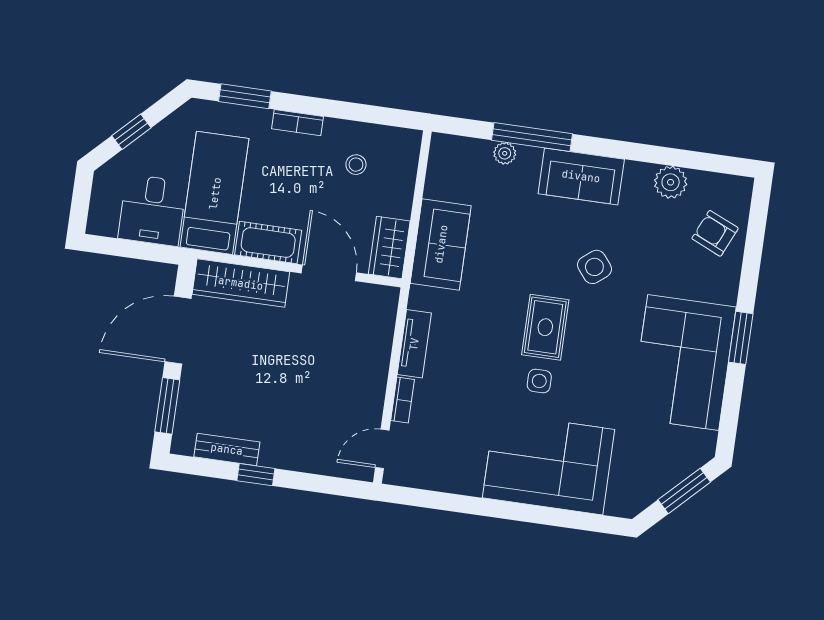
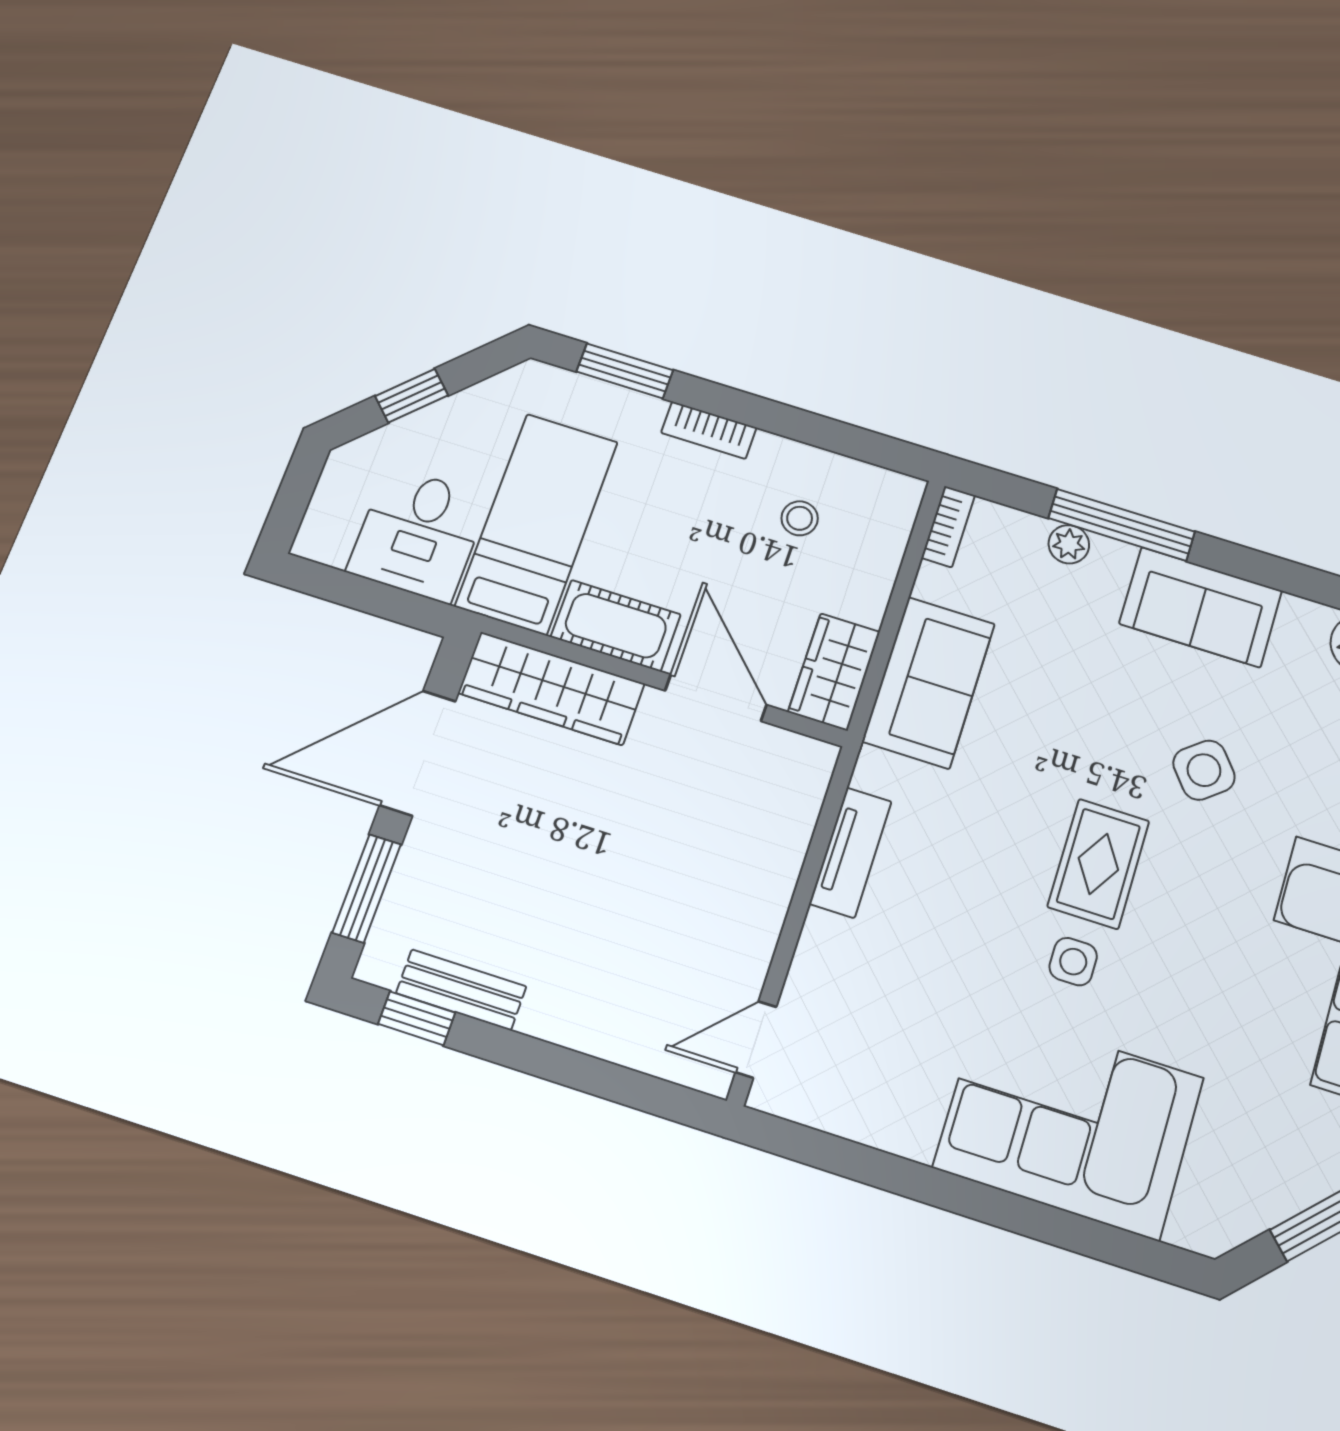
bookcase: (403, 400) -> (948, 526), moved
window: (256, 475) -> (417, 1018), moved

